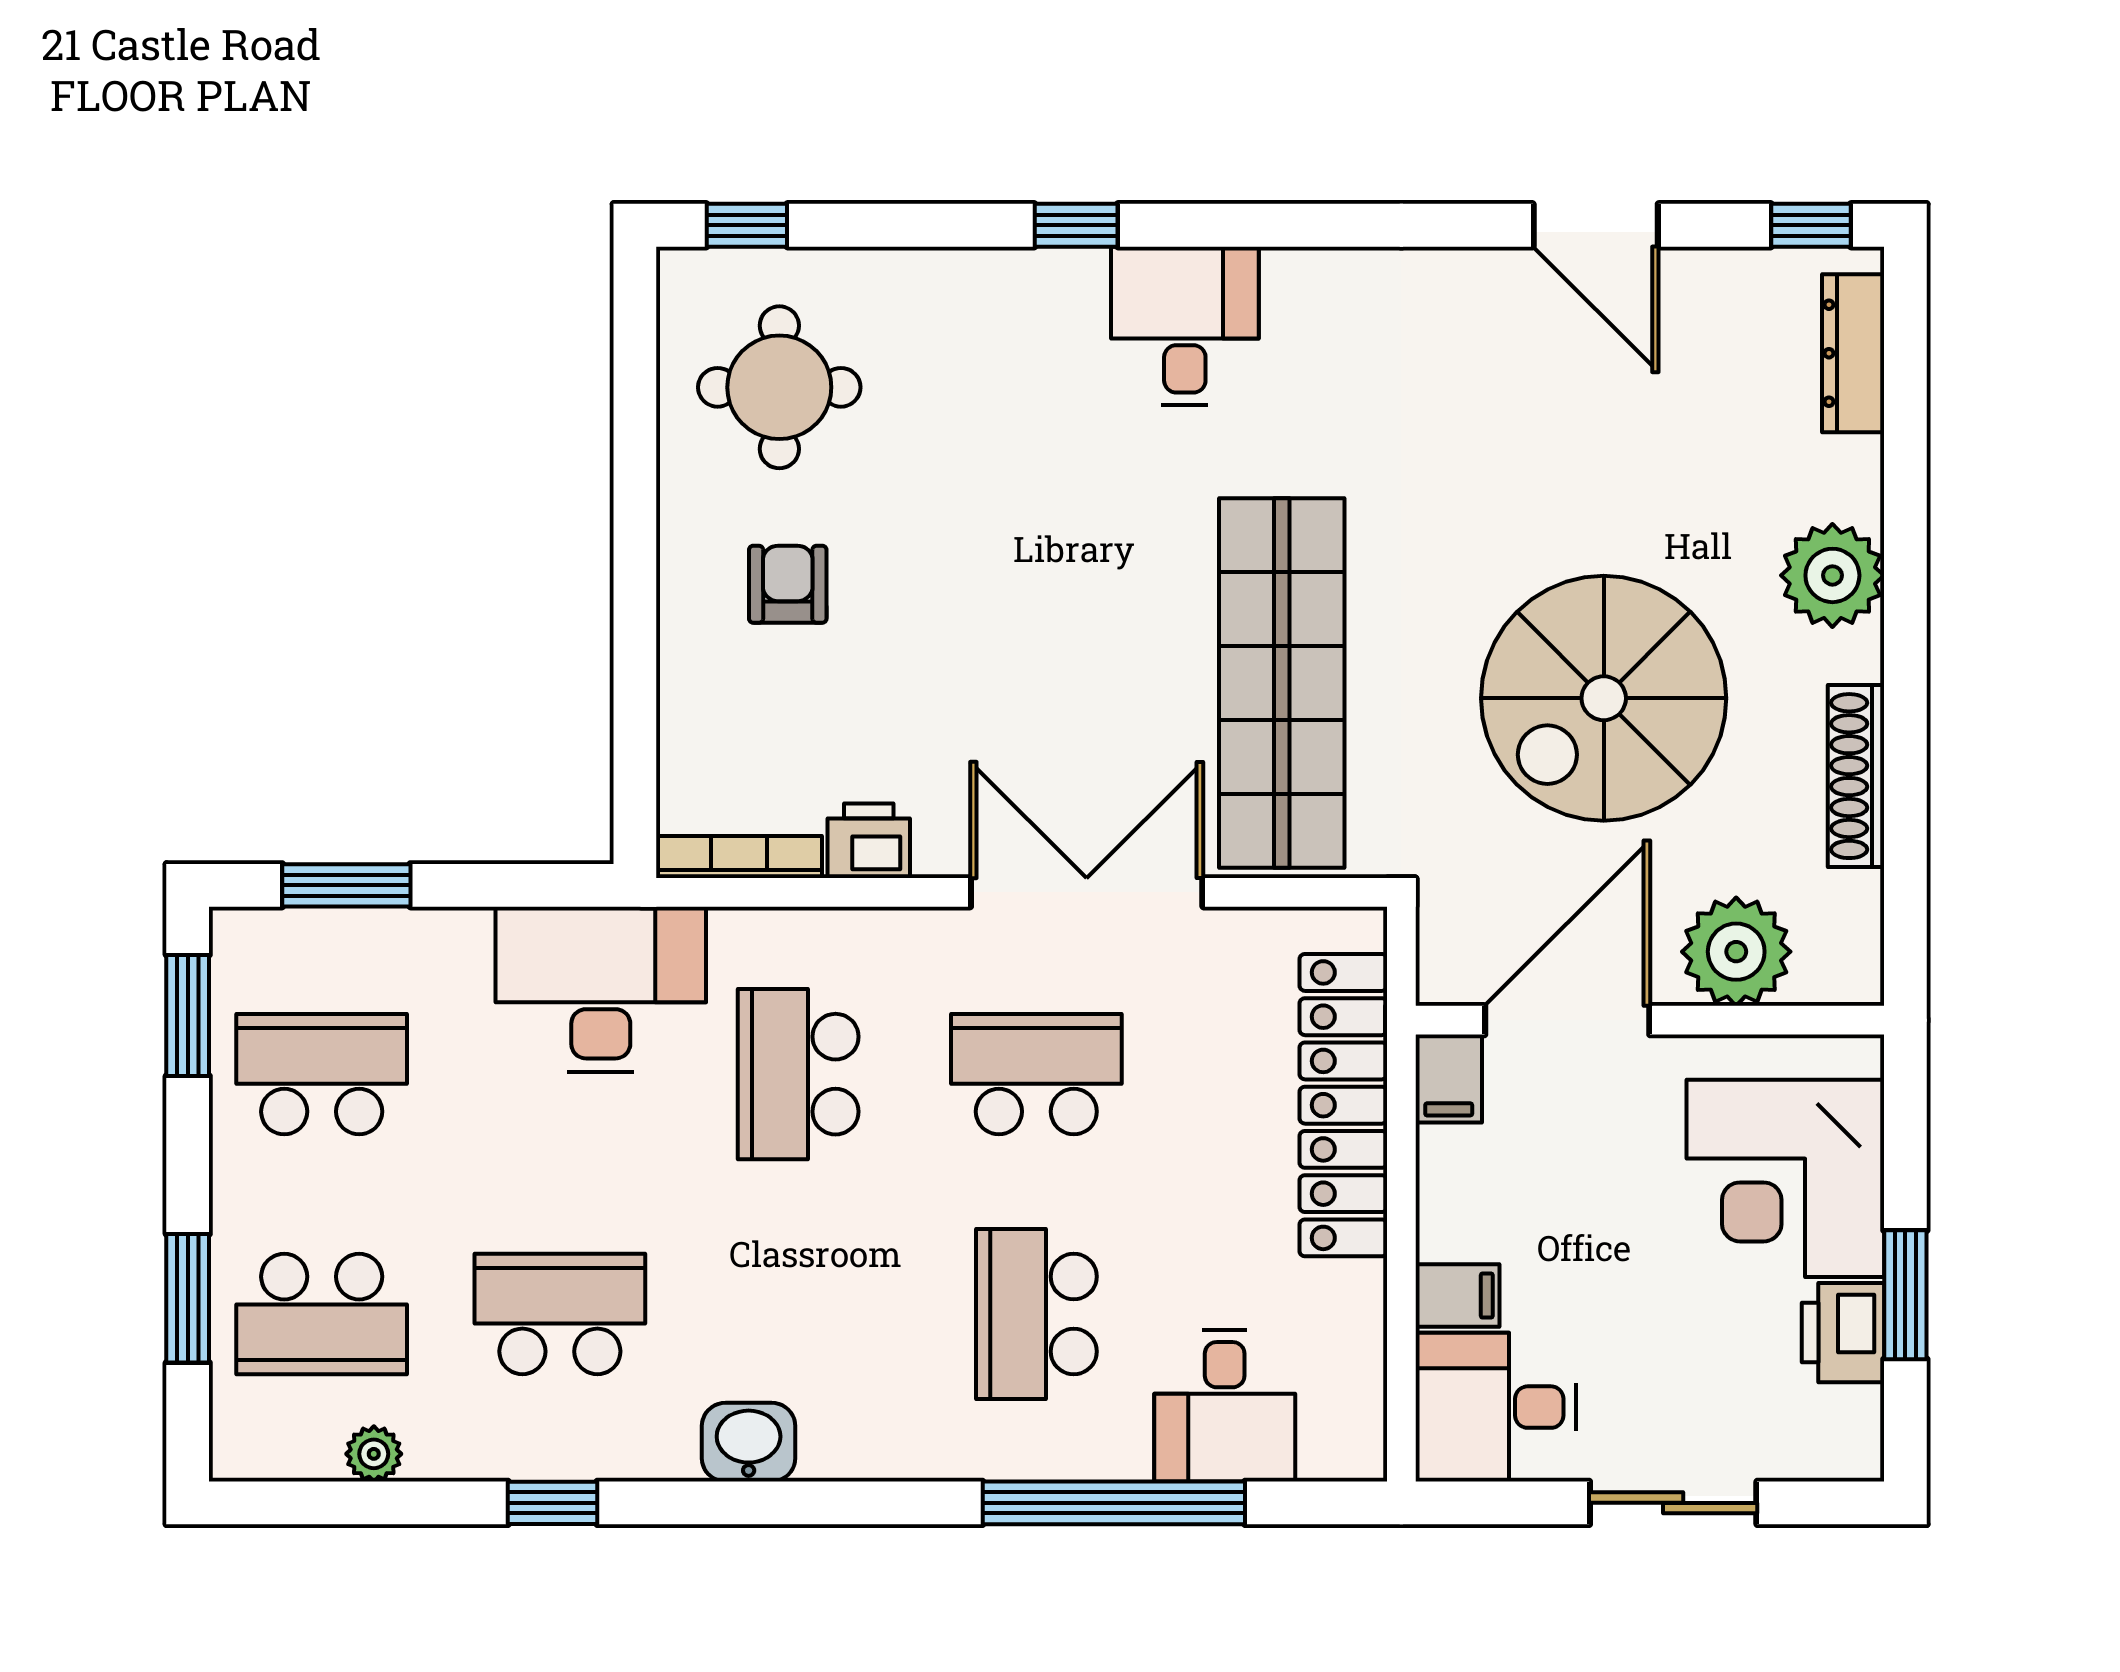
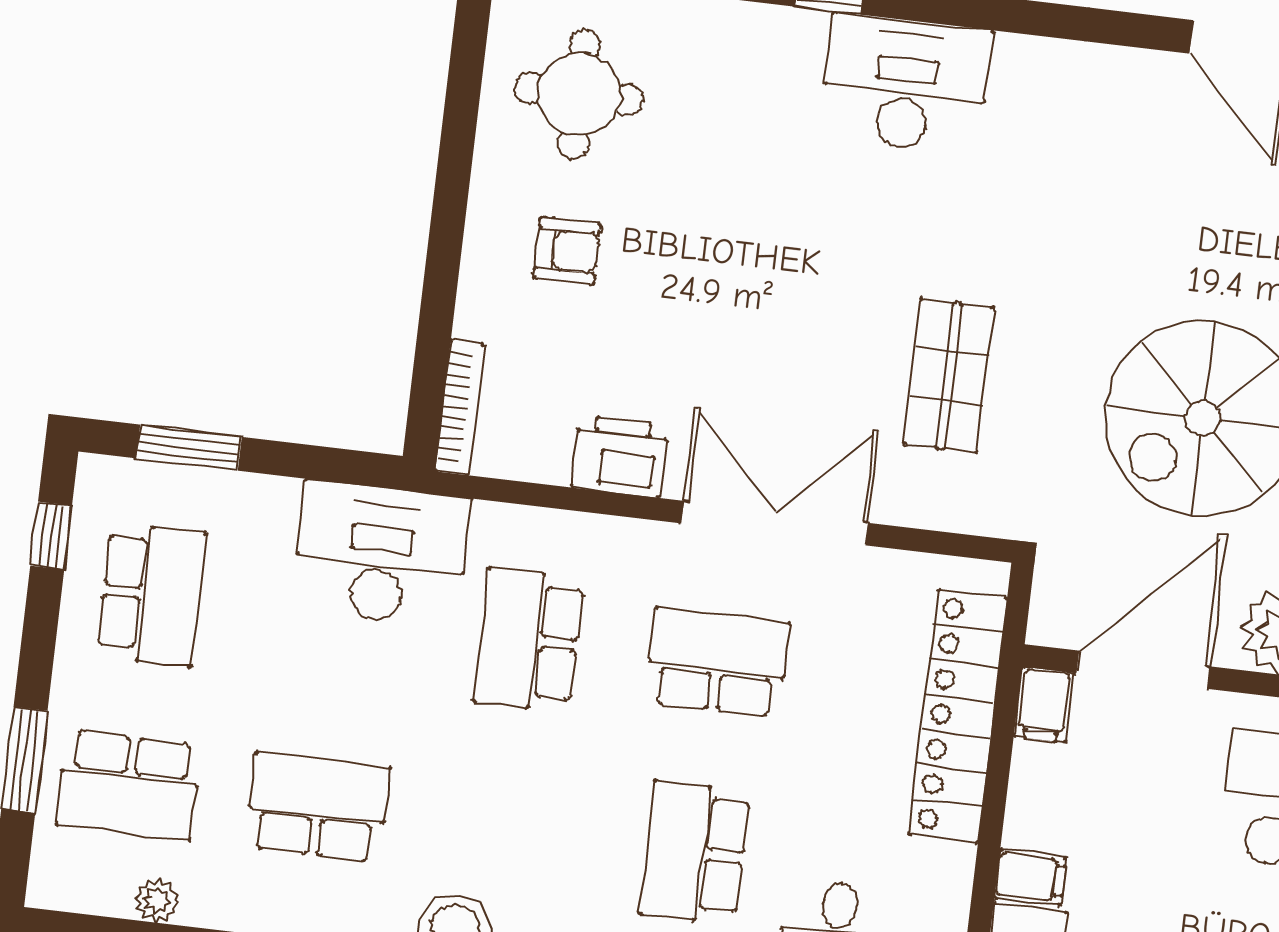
desk: (1185, 326) -> (906, 84), width x1.37
armchair: (788, 584) -> (567, 251), turned 90
shop shelf: (1282, 683) -> (949, 376), width x0.50, depth x0.74
printer: (869, 841) -> (620, 456), width x1.36, depth x1.24
bookcase: (739, 857) -> (460, 408), moved, turned 90
window: (188, 1015) -> (51, 536), width x0.67
school desk: (322, 1074) -> (152, 595), turned 90

